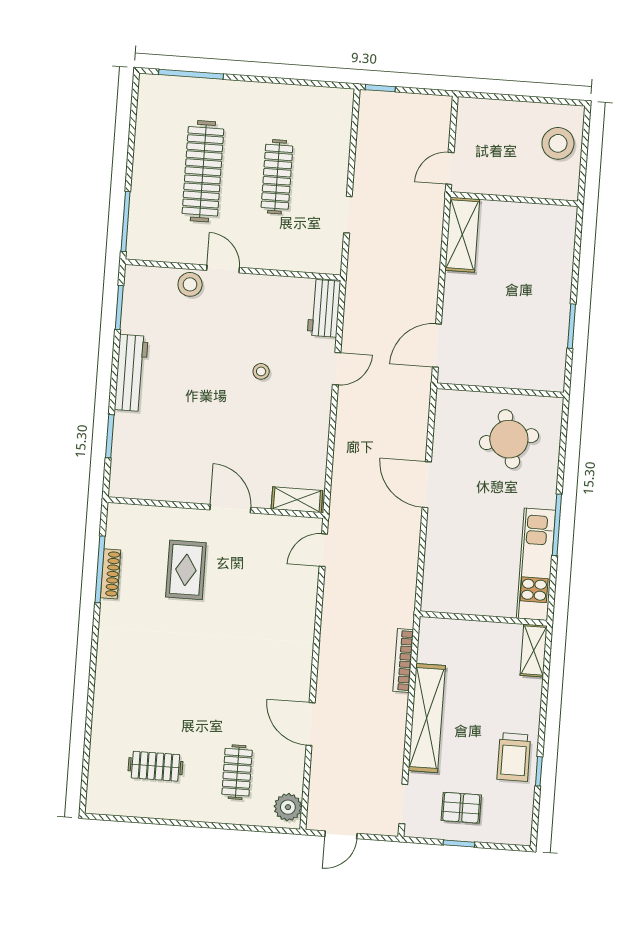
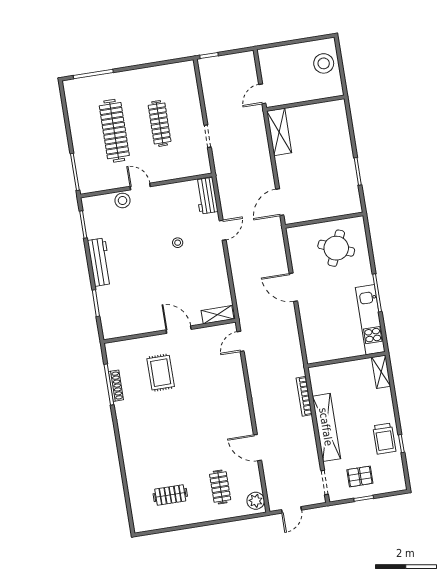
round table: (509, 439) -> (336, 248), turned 36

